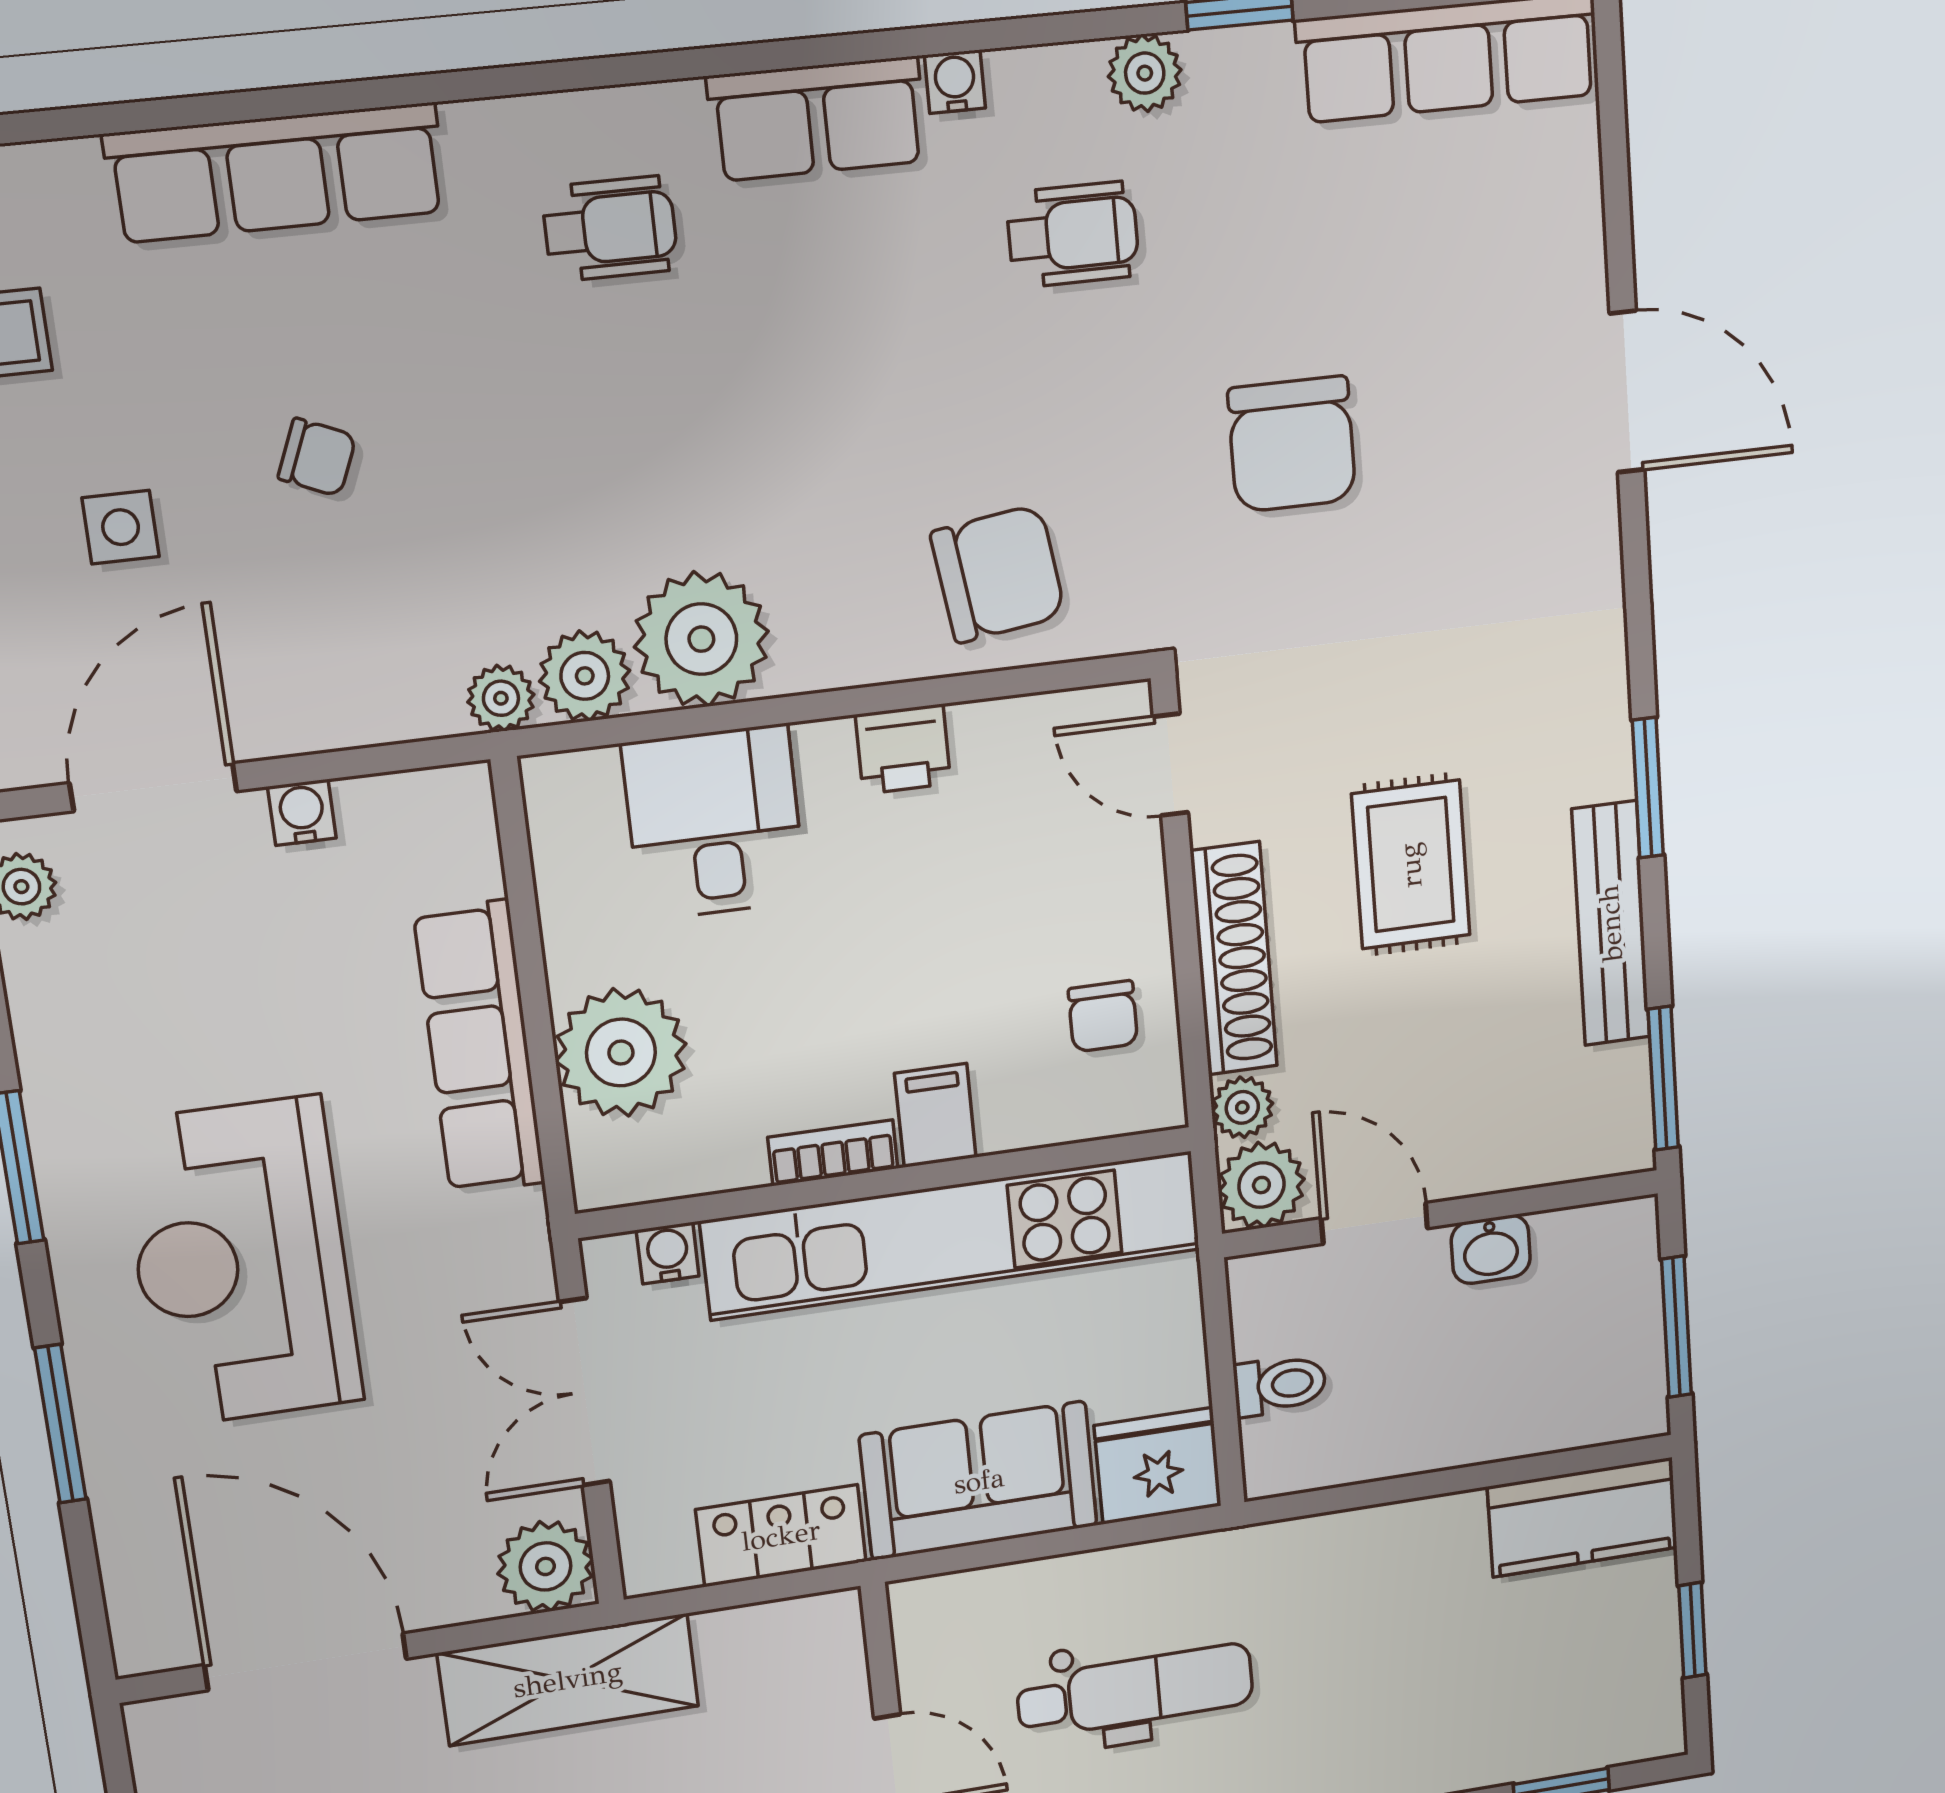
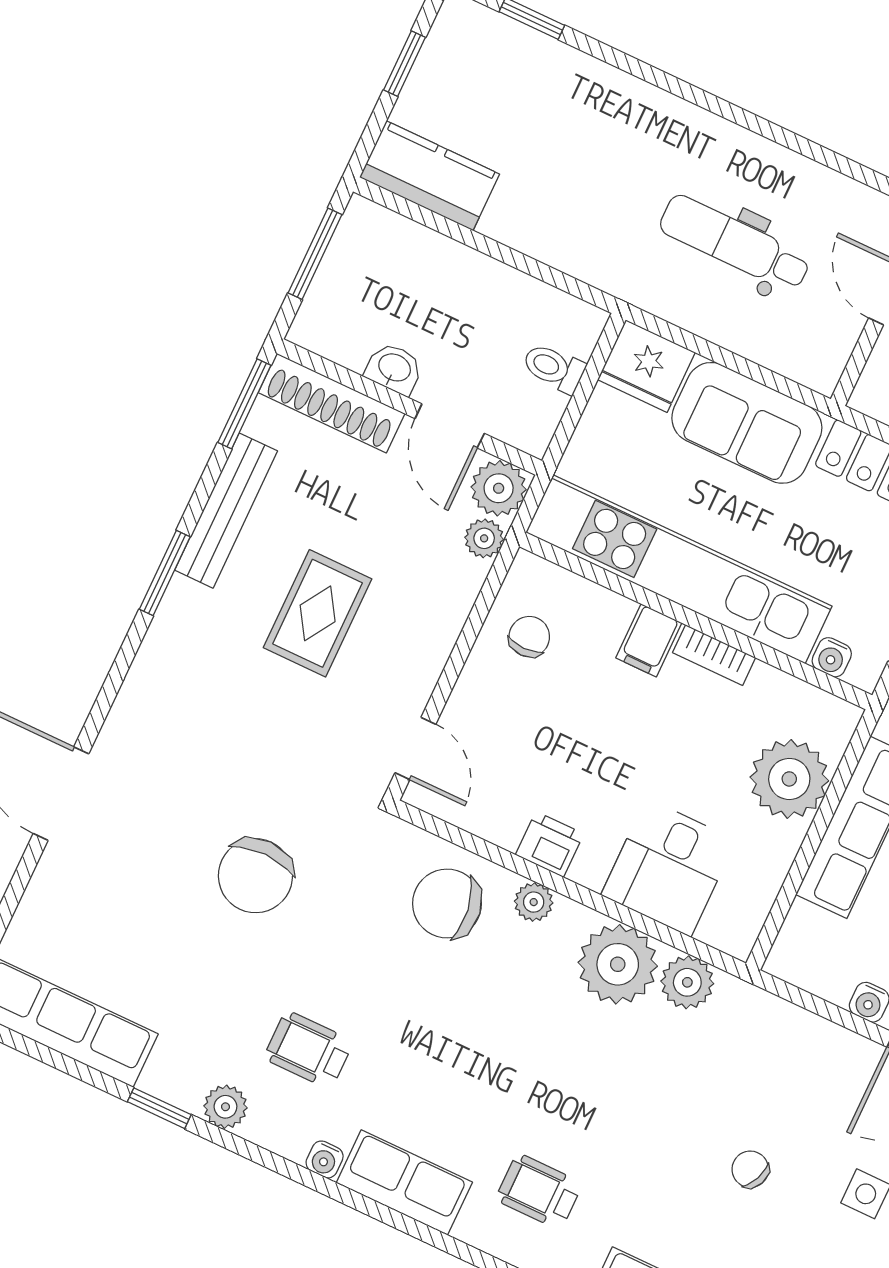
chair: (1292, 444) -> (255, 876), turned 180
plant: (501, 698) -> (534, 902), moved
shoe rack: (1234, 959) -> (332, 403), moved, turned -90

